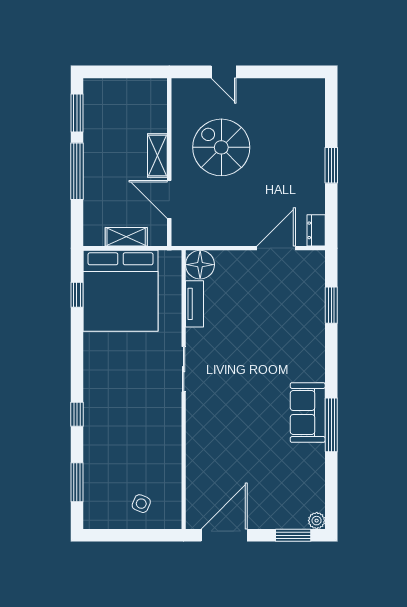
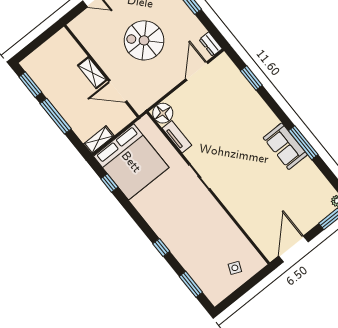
spiral stairs: (221, 147) -> (144, 40), moved
shelving: (126, 237) -> (99, 140), moved

